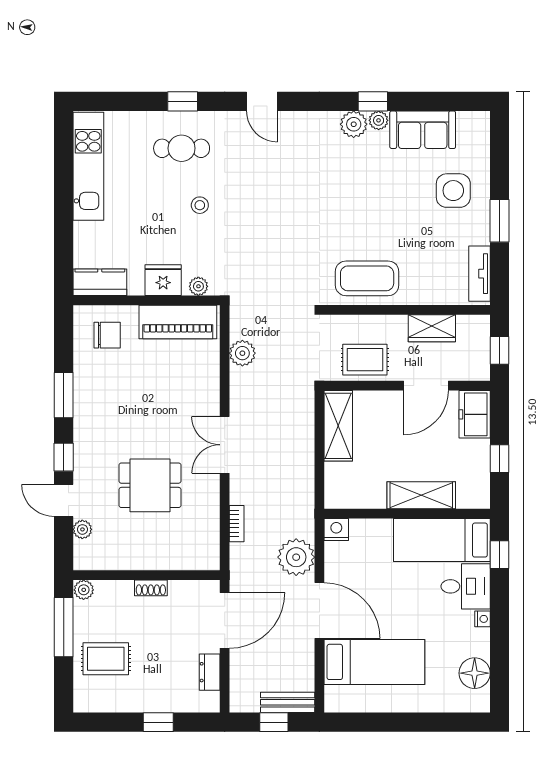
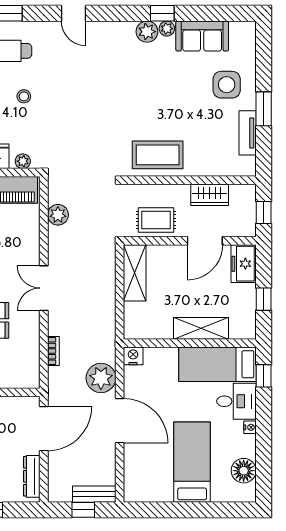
tv unit: (479, 274) -> (248, 133), moved
bed: (374, 662) -> (192, 462), moved, turned -90
dresser: (210, 672) -> (32, 476), width x1.44

